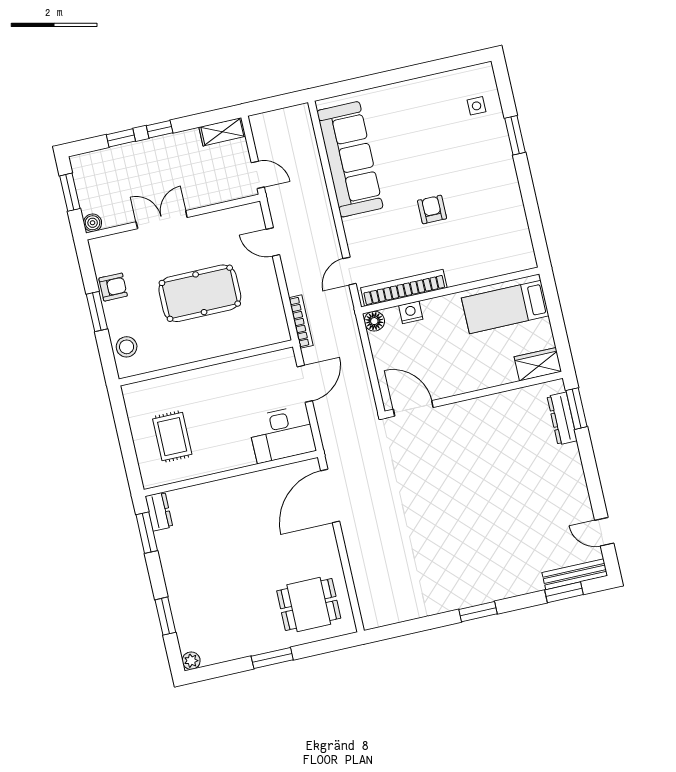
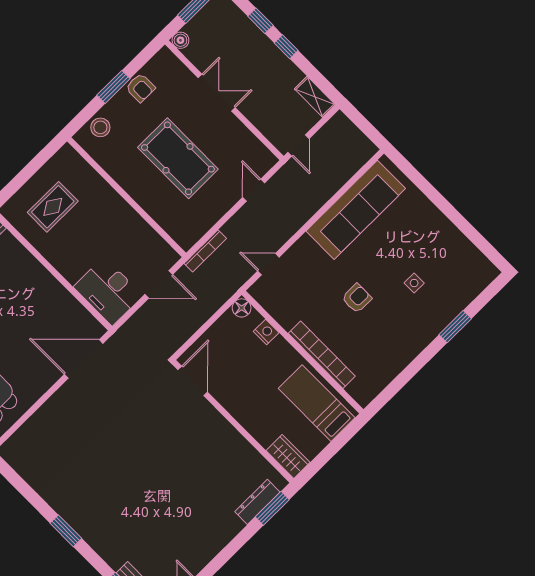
side table: (477, 106) -> (414, 283), moved
bookcase: (404, 288) -> (322, 355), moved

